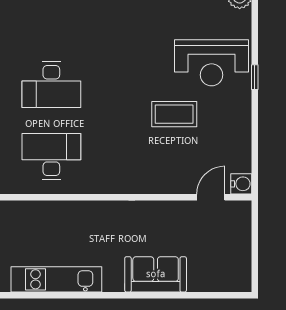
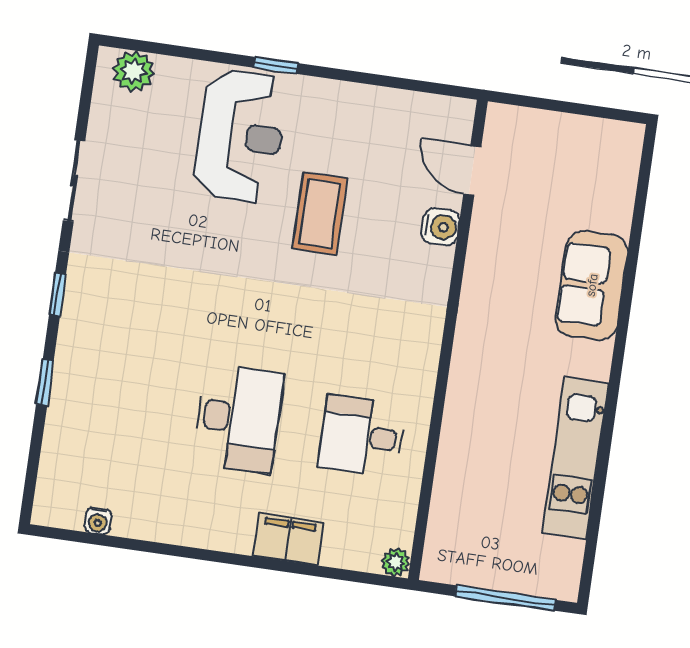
desk: (51, 156) -> (362, 436), width x0.73
water cooler: (241, 184) -> (441, 227), moved, turned 90

